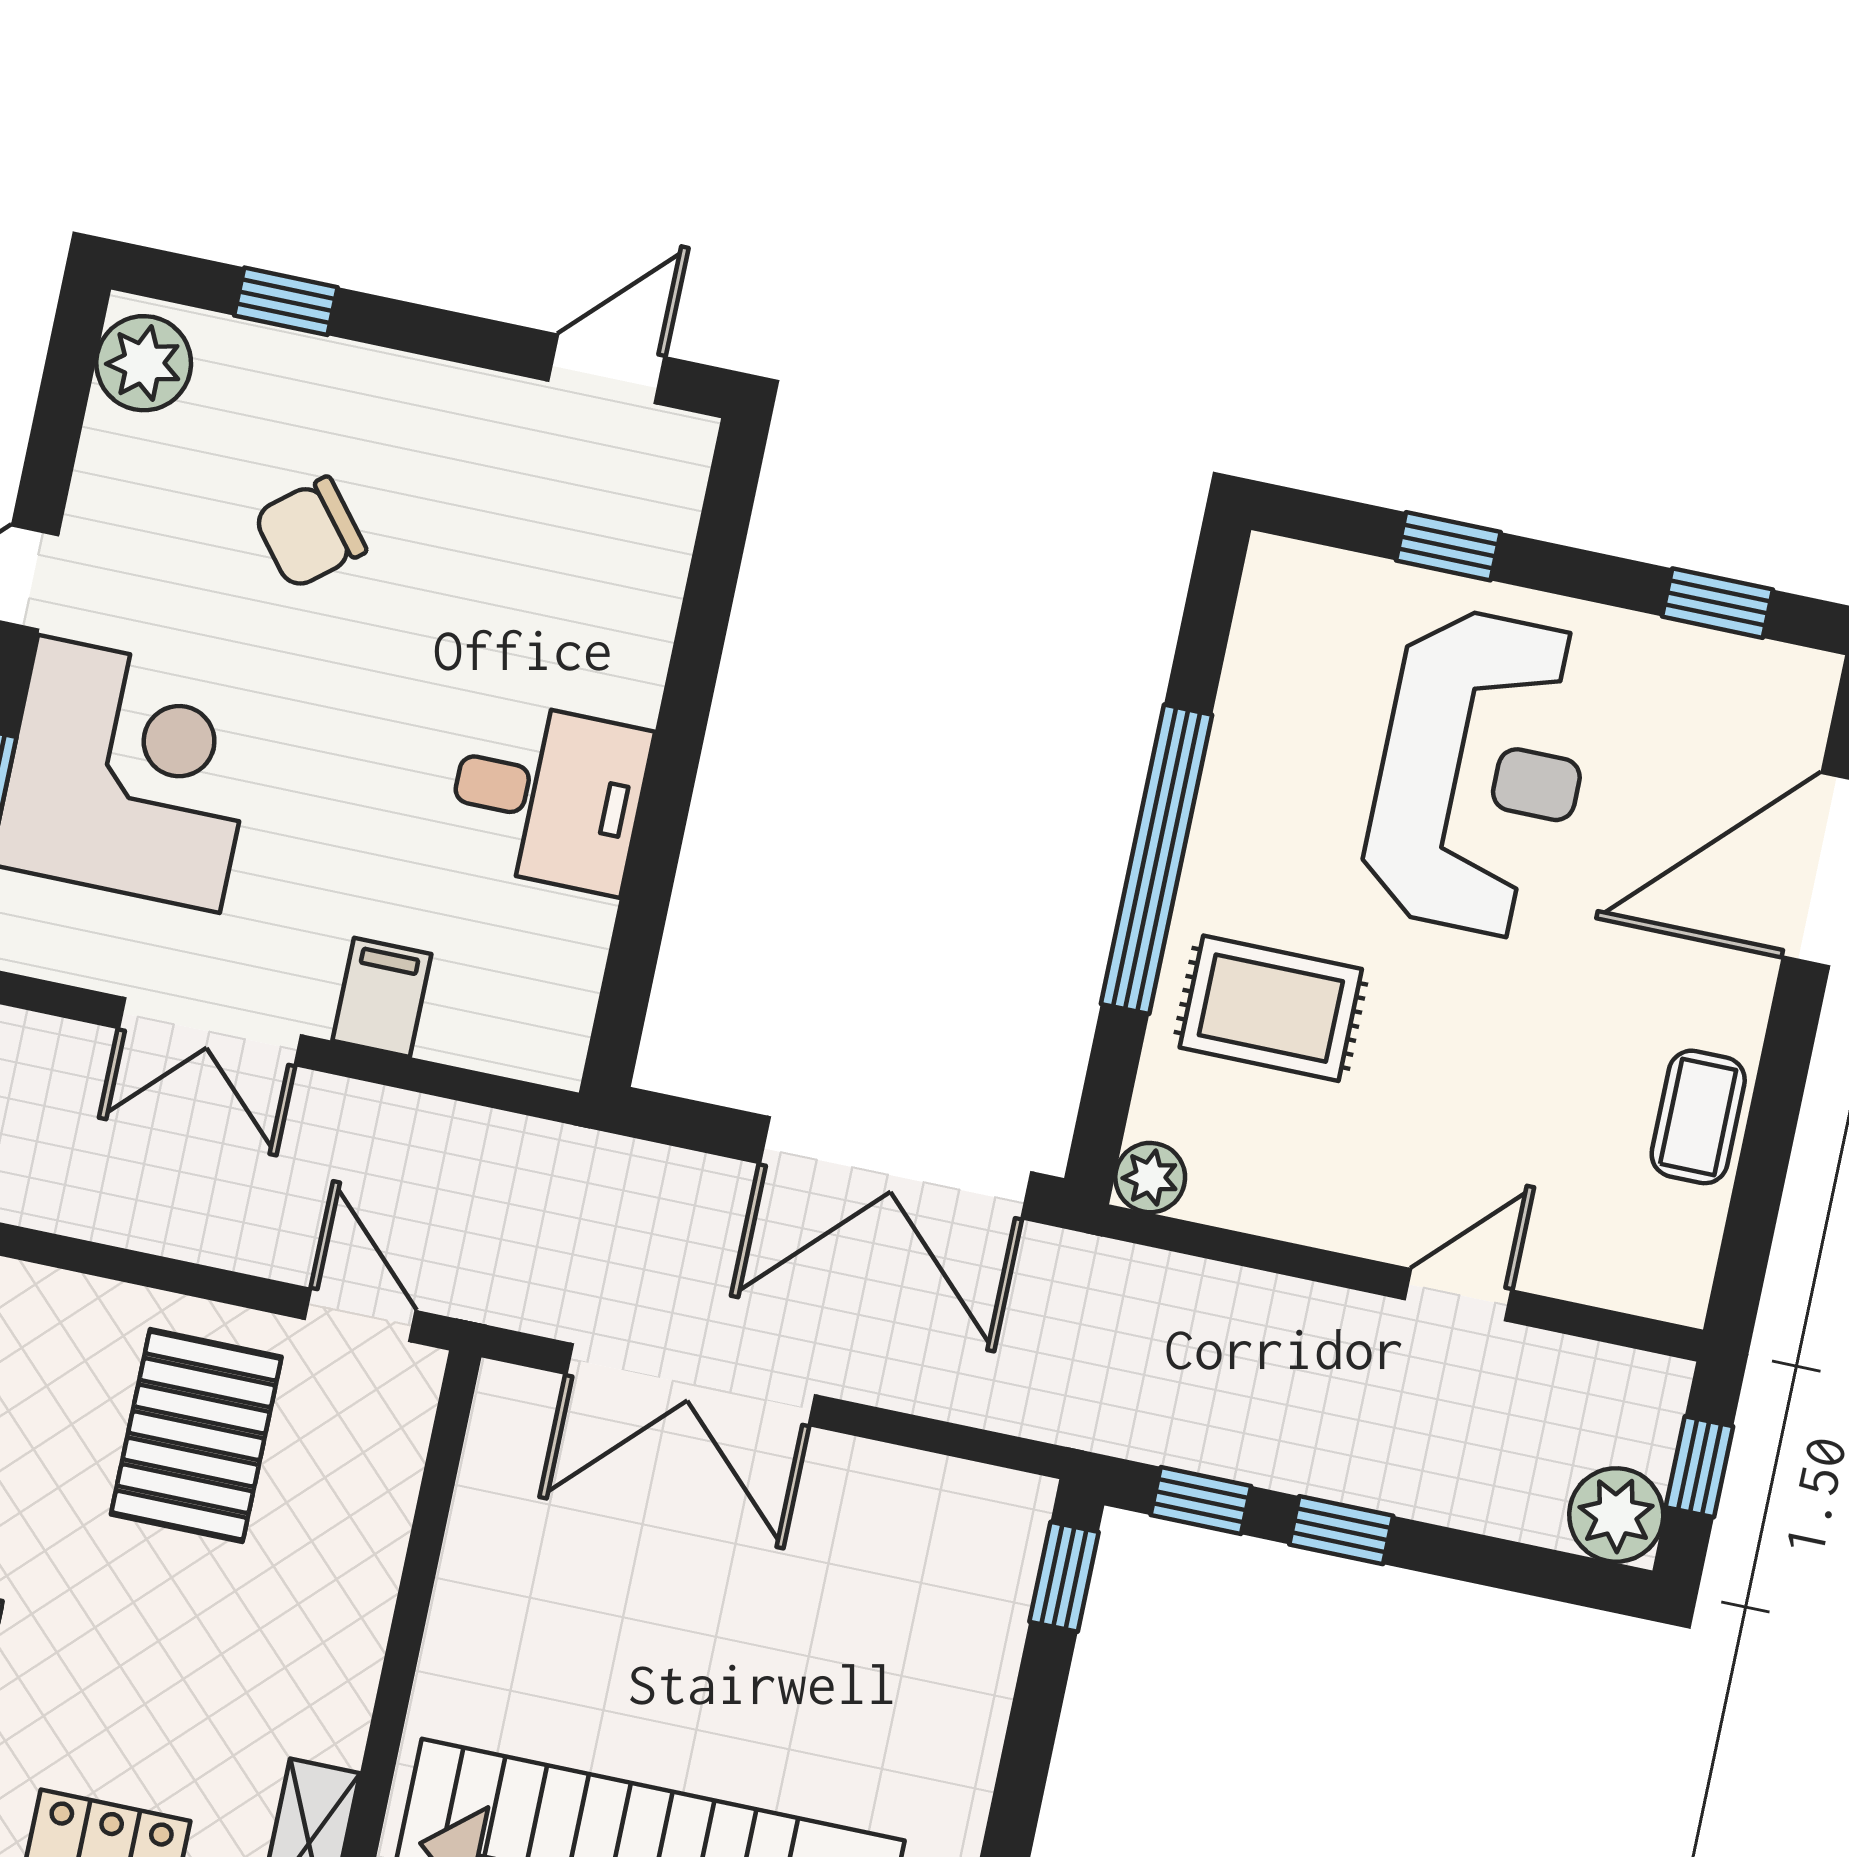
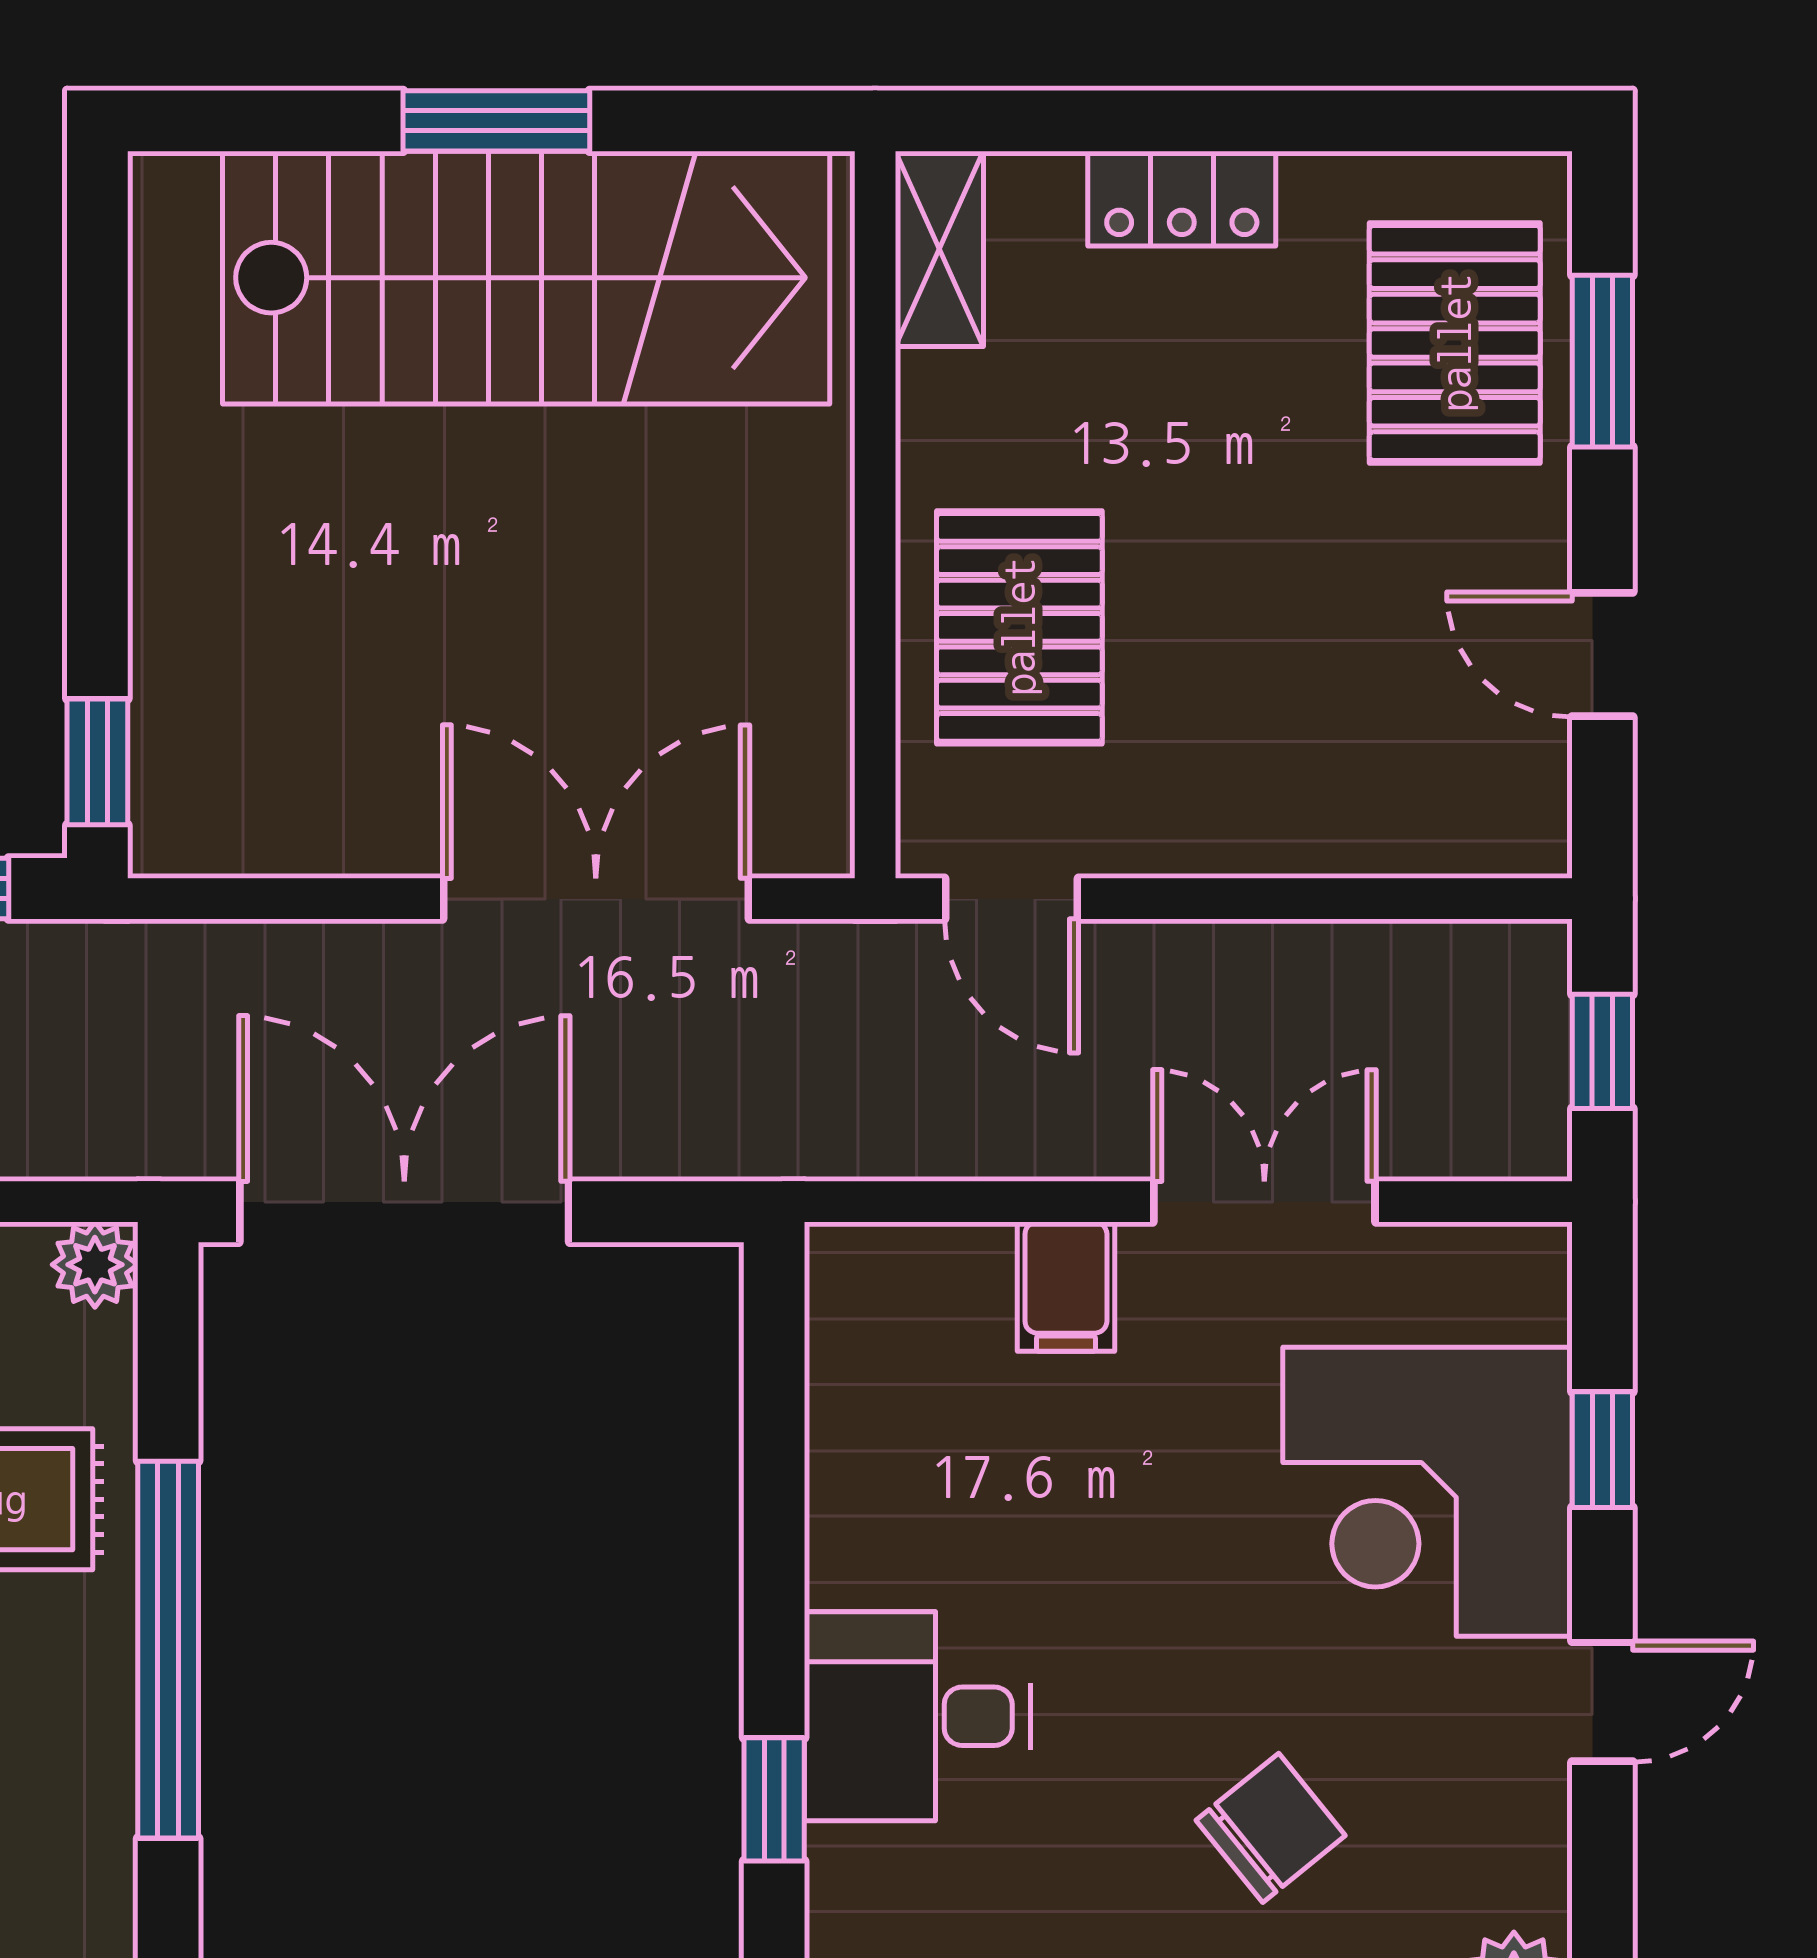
window: (700, 639) -> (774, 1799), added
desk: (548, 796) -> (917, 1716), moved
pallet: (196, 1436) -> (1019, 627), moved

